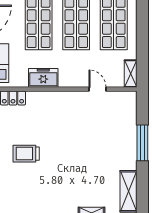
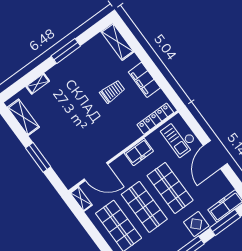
door: (97, 89) -> (96, 172), width x1.87

